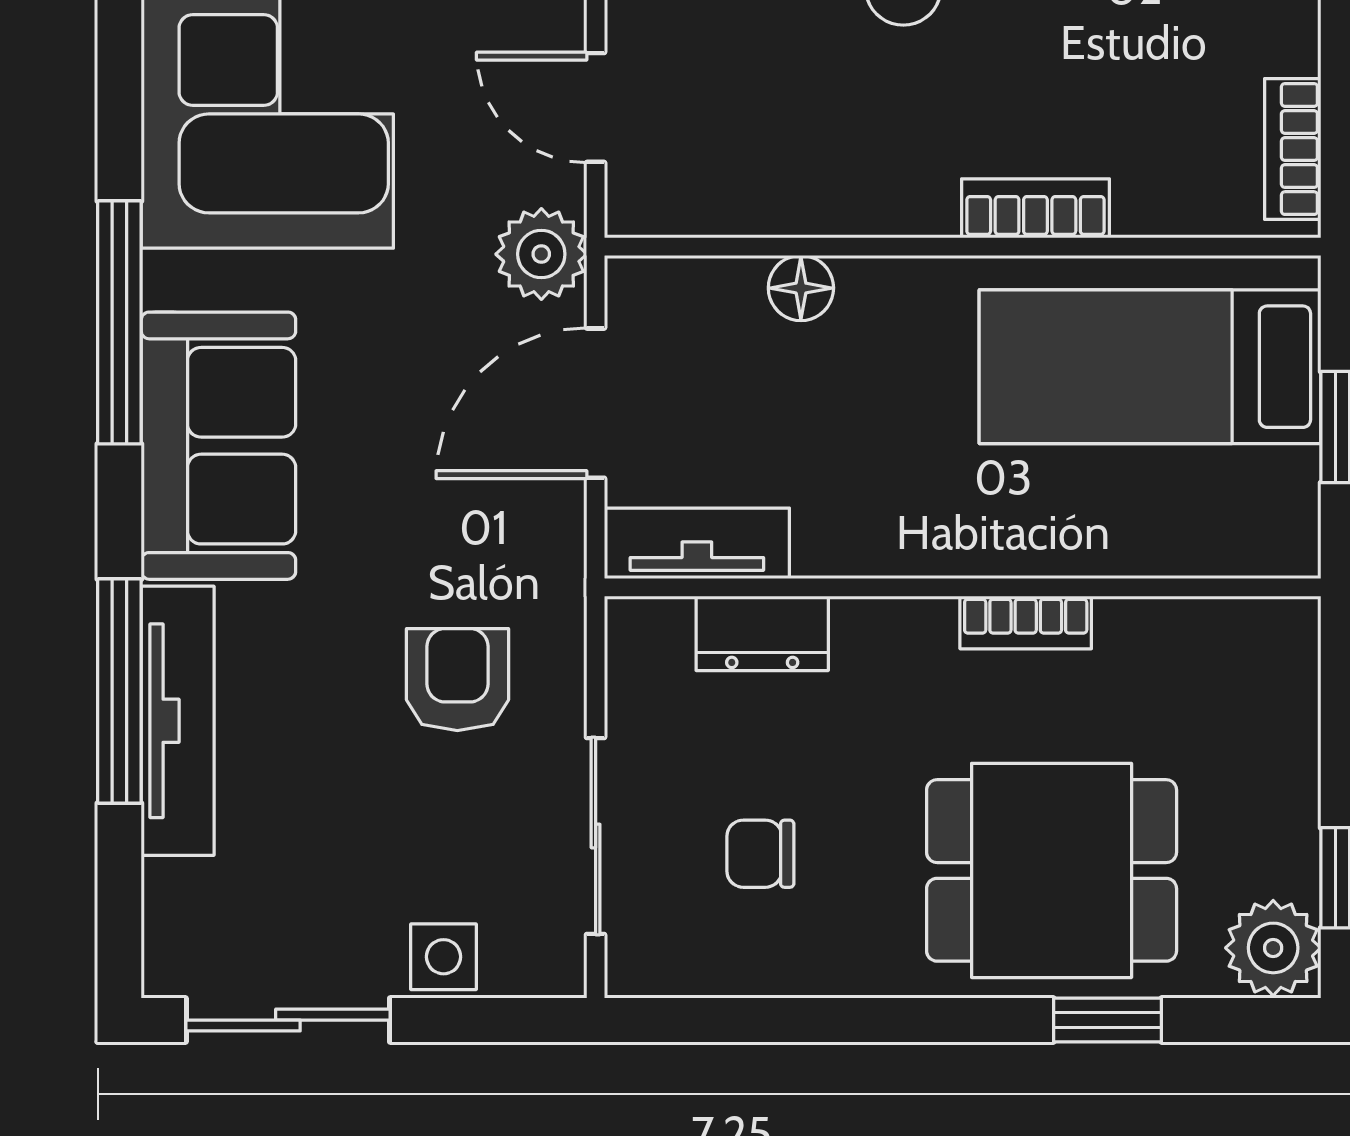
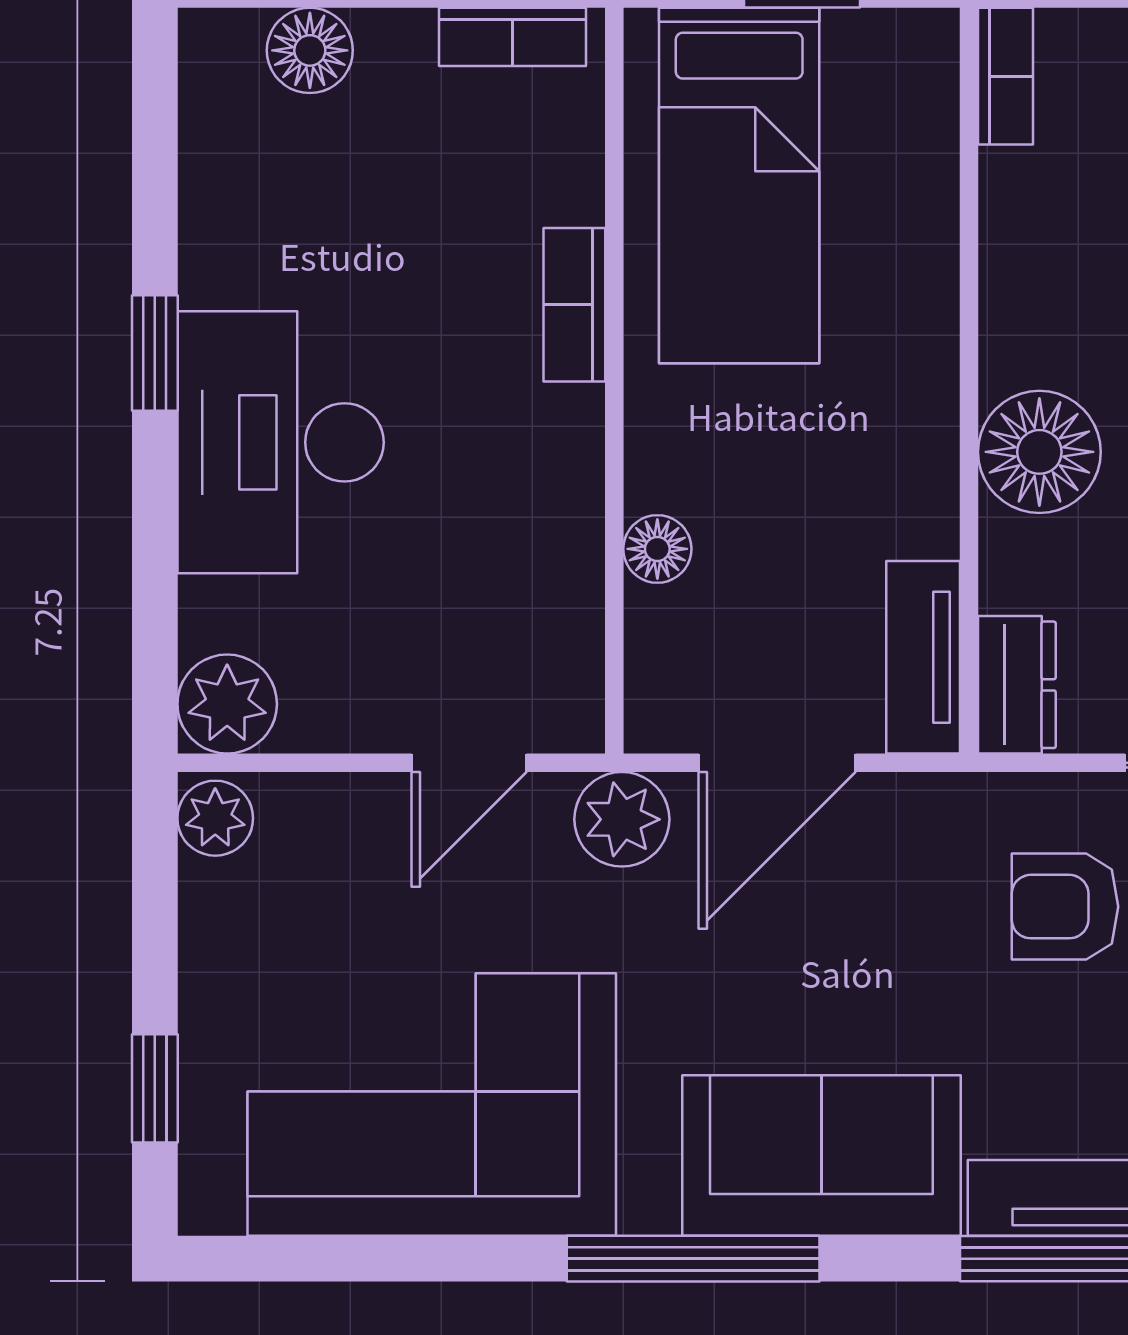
door: (596, 403) -> (777, 763), hinge flipped
bookcase: (1026, 623) -> (1006, 76), moved
dresser: (762, 633) -> (1017, 685), moved
floor lamp: (894, 655) -> (1039, 452), added

